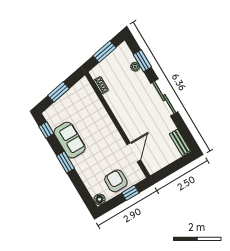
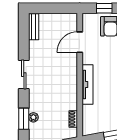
sliding door: (164, 98) -> (24, 75), width x0.73
tv unit: (106, 121) -> (88, 85), added

